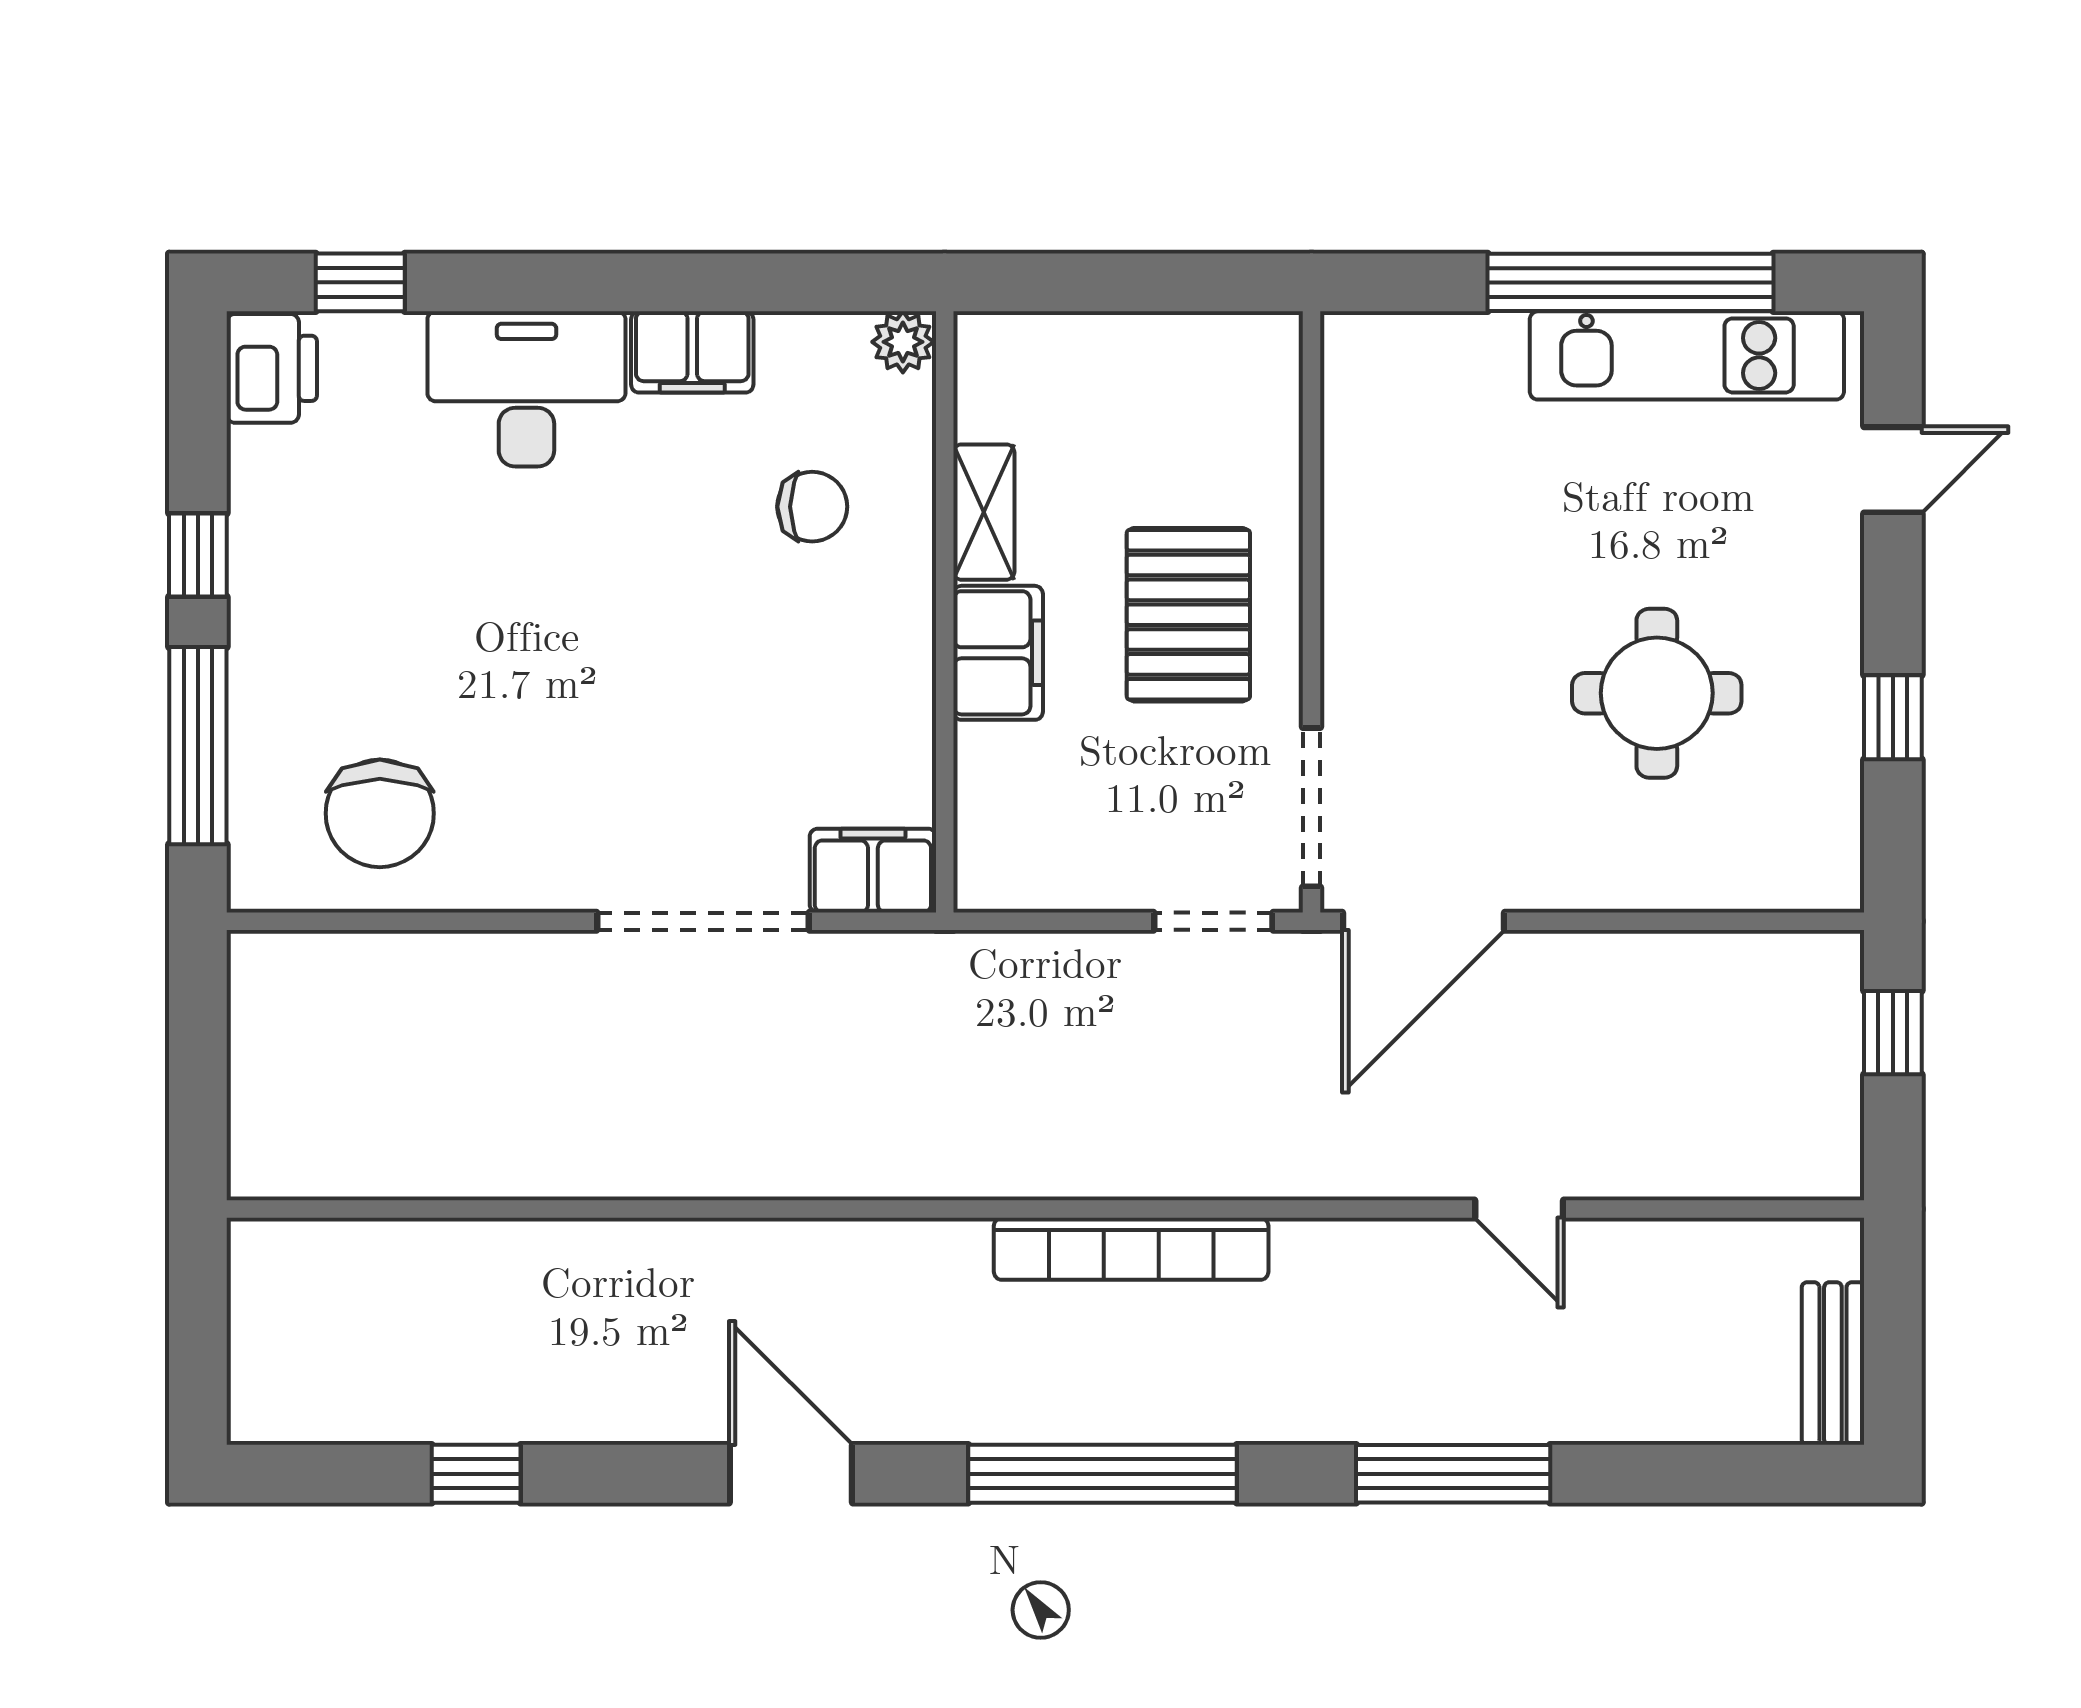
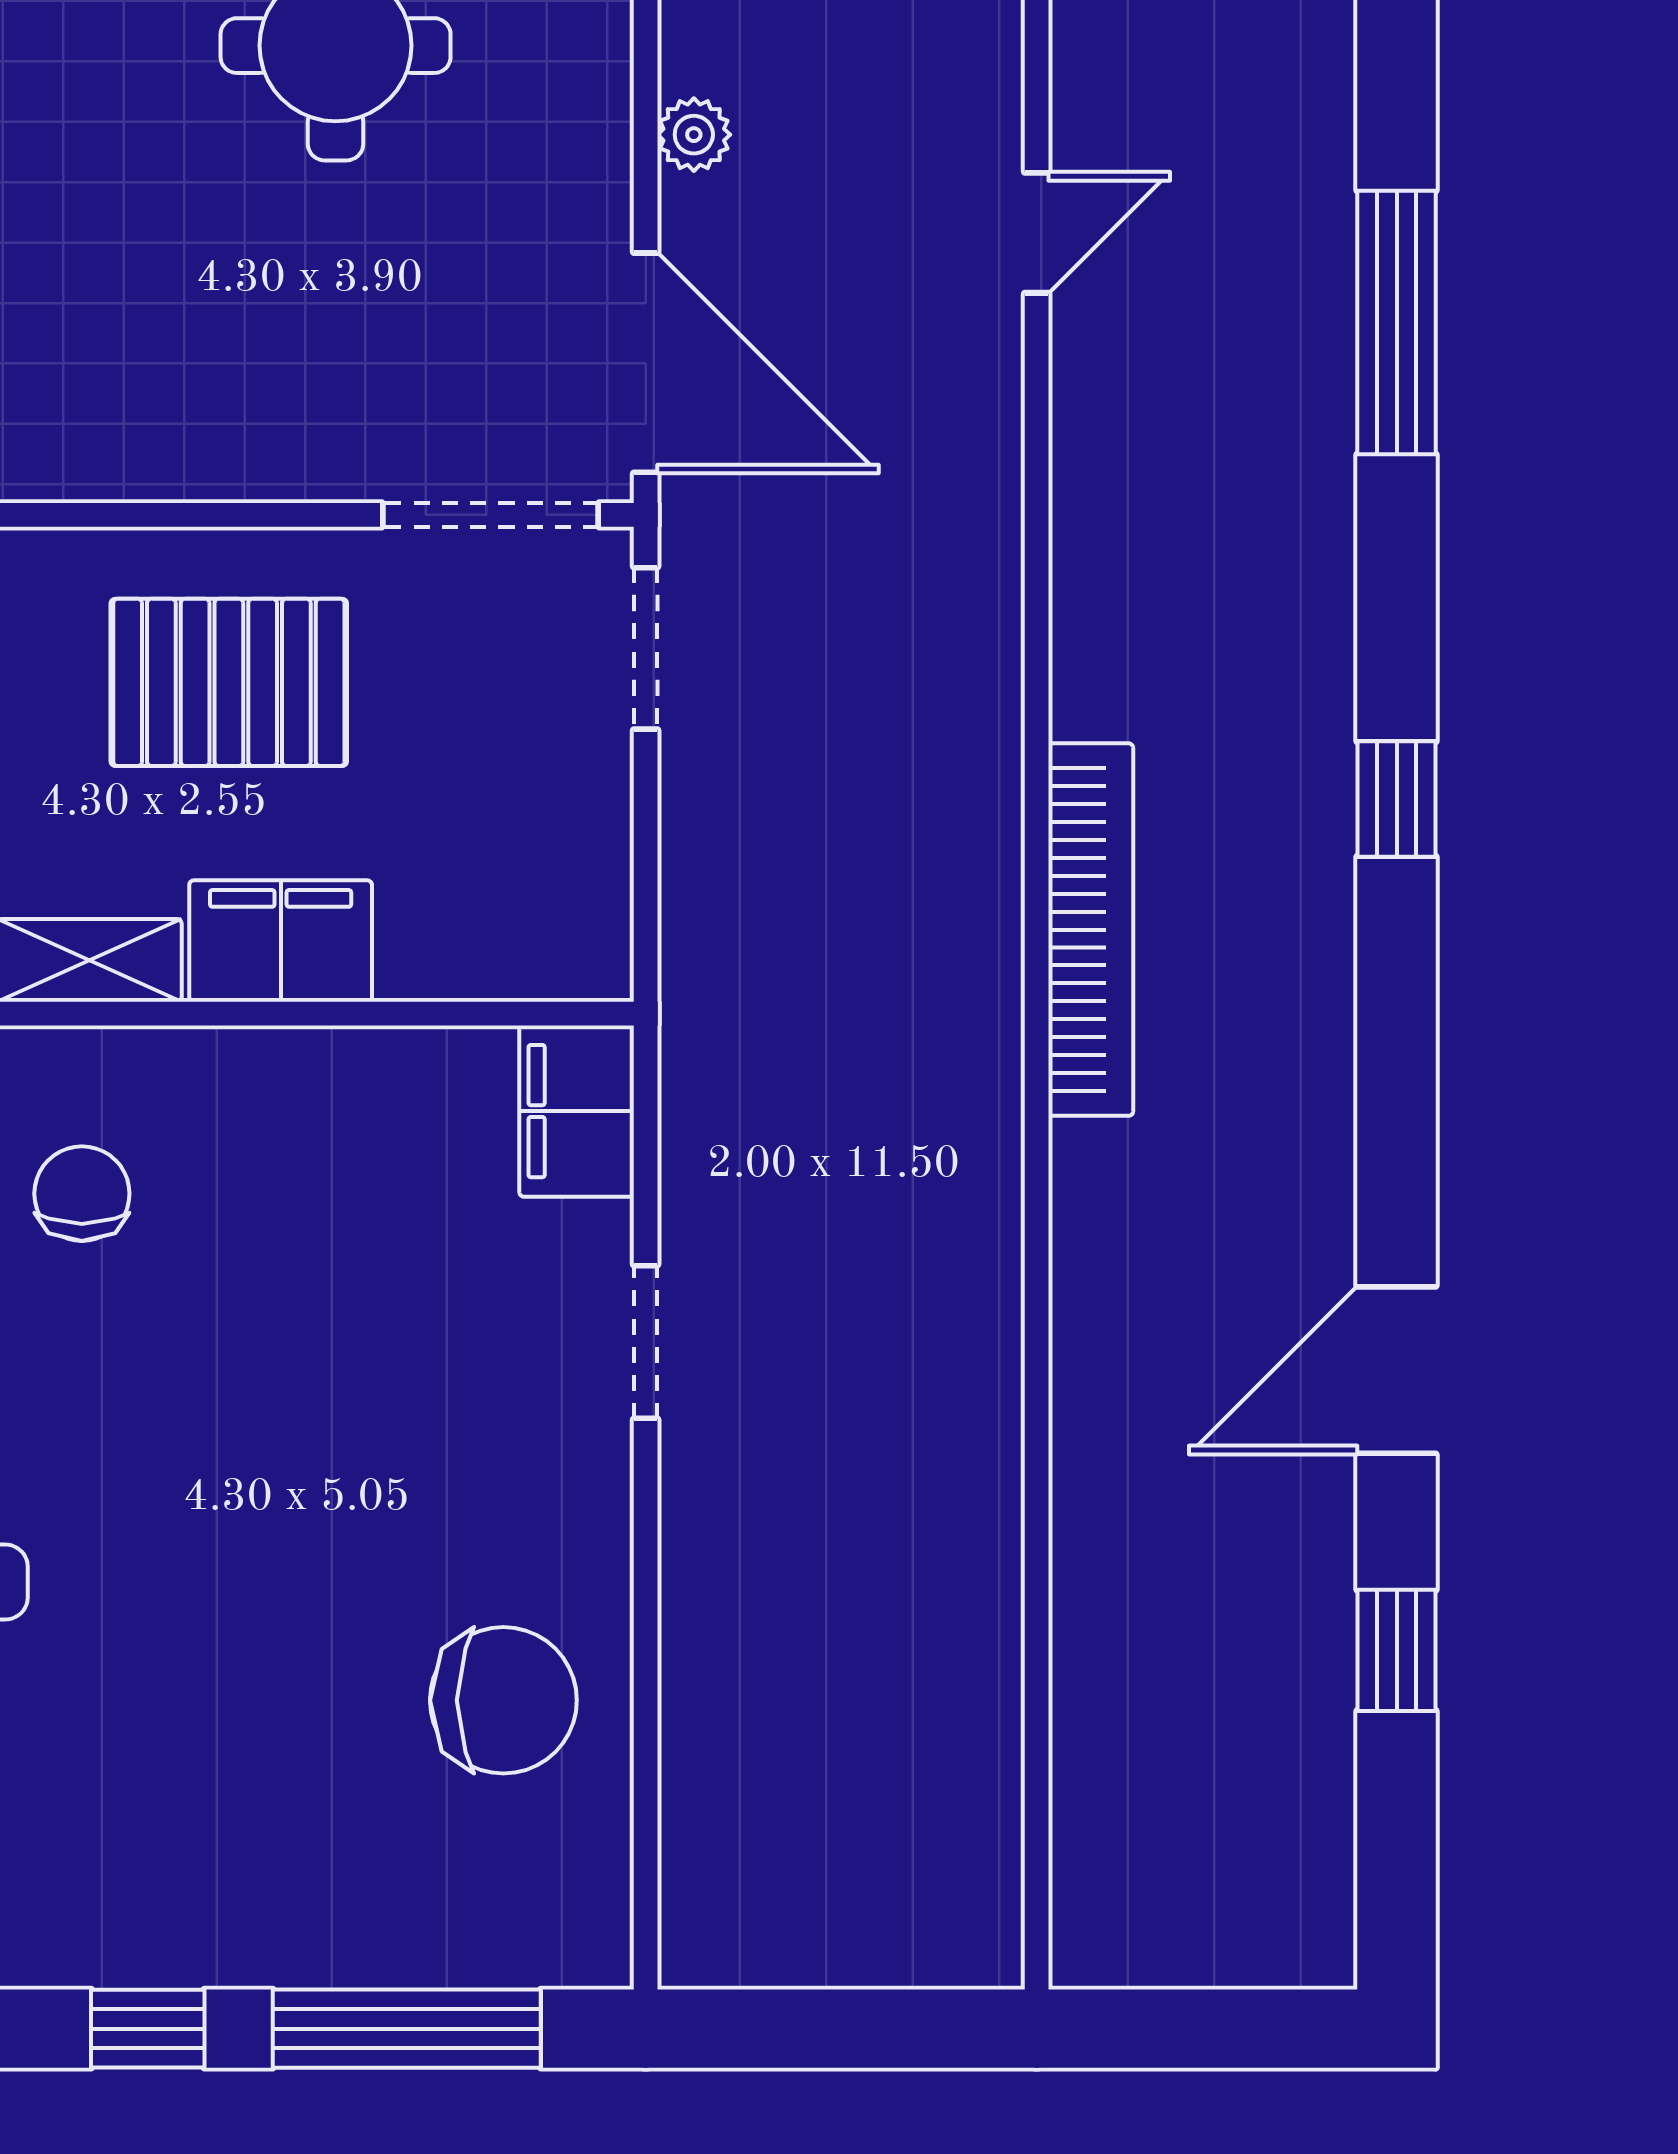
chair: (380, 813) -> (503, 1700), moved
doorway: (703, 921) -> (646, 1342), width x0.53
plant: (1591, 957) -> (694, 135), added
bookcase: (1131, 1249) -> (1091, 930), moved
door: (791, 1474) -> (1397, 1370), moved
window: (1102, 1474) -> (1397, 799), width x0.32

